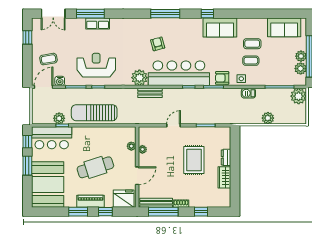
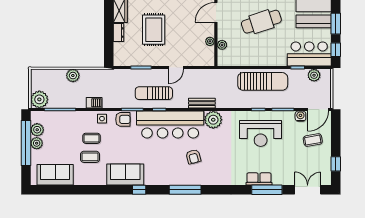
sun lounger: (194, 102) -> (154, 93), added
plant: (59, 118) -> (314, 75), moved

